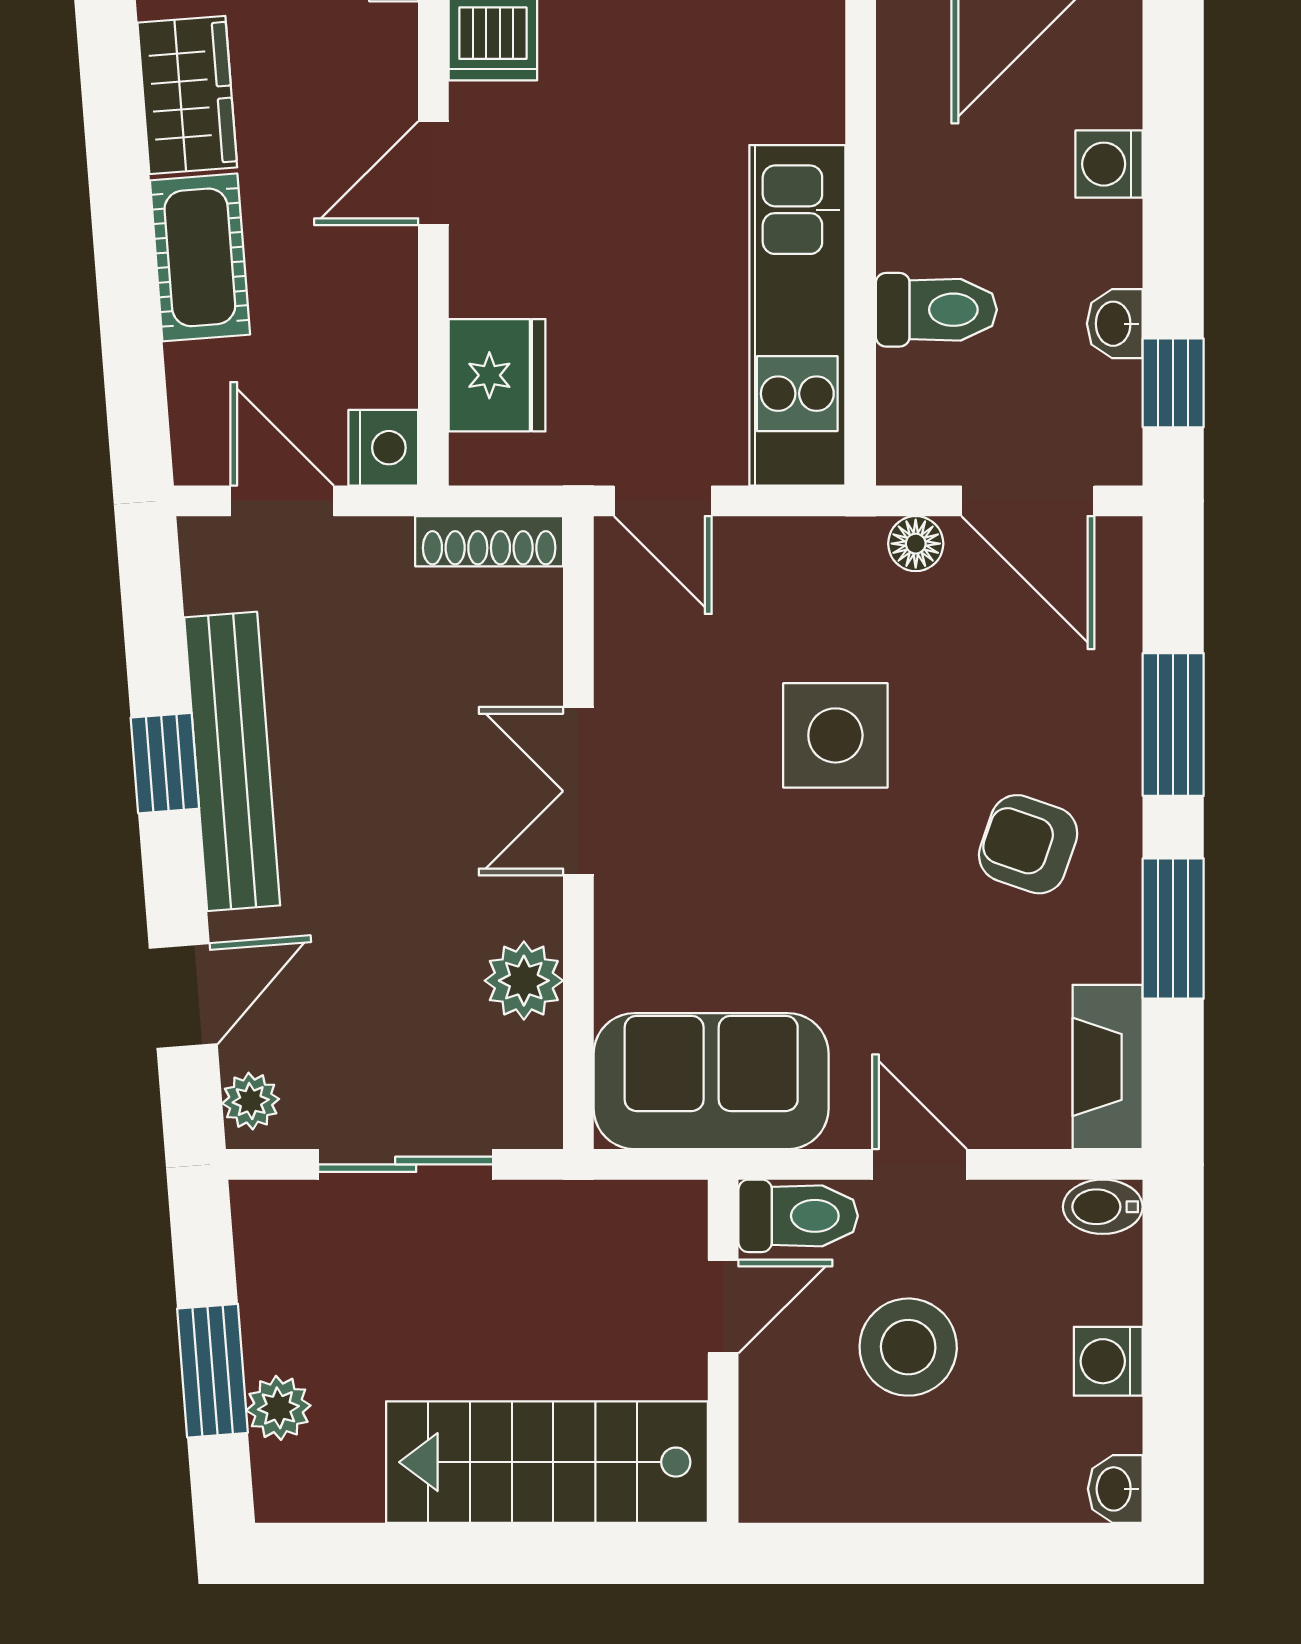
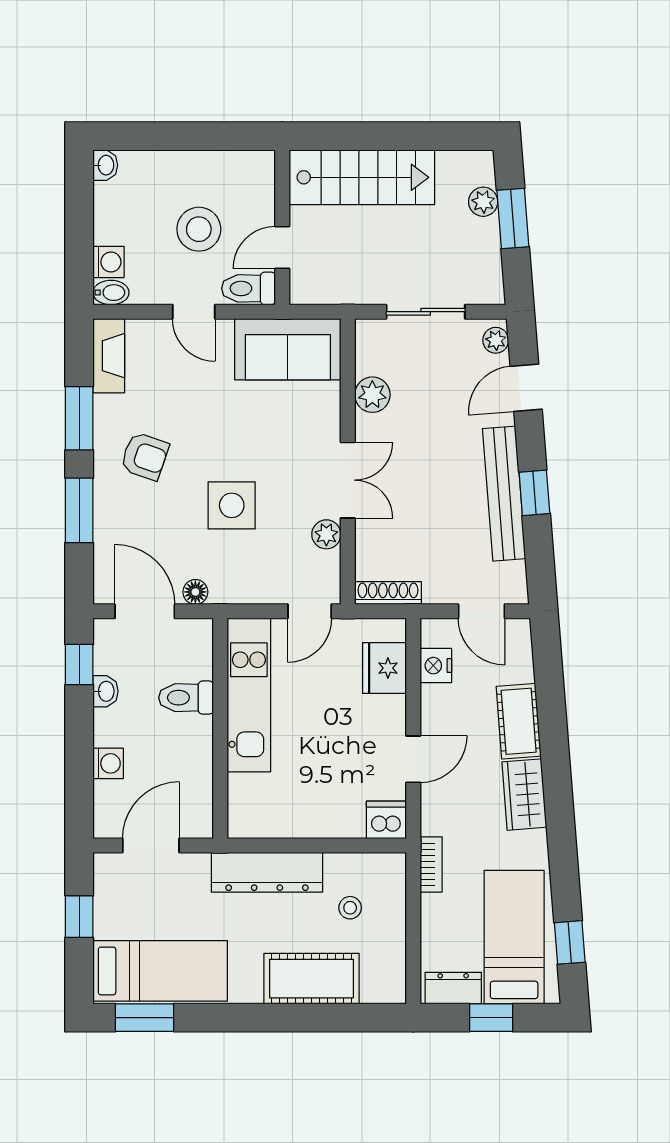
nightstand: (383, 448) -> (436, 666), moved
door: (663, 501) -> (310, 611), swing flipped
plant: (626, 671) -> (326, 534), added
washing machine: (1108, 1361) -> (108, 262), moved

